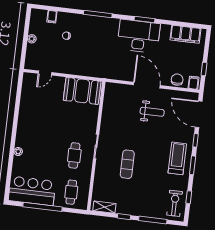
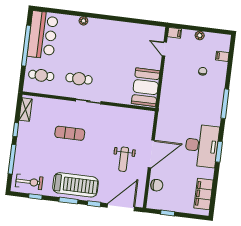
filing cabinet: (194, 83) -> (175, 33), moved
treadmill: (177, 158) -> (76, 185), width x1.37, depth x1.37

